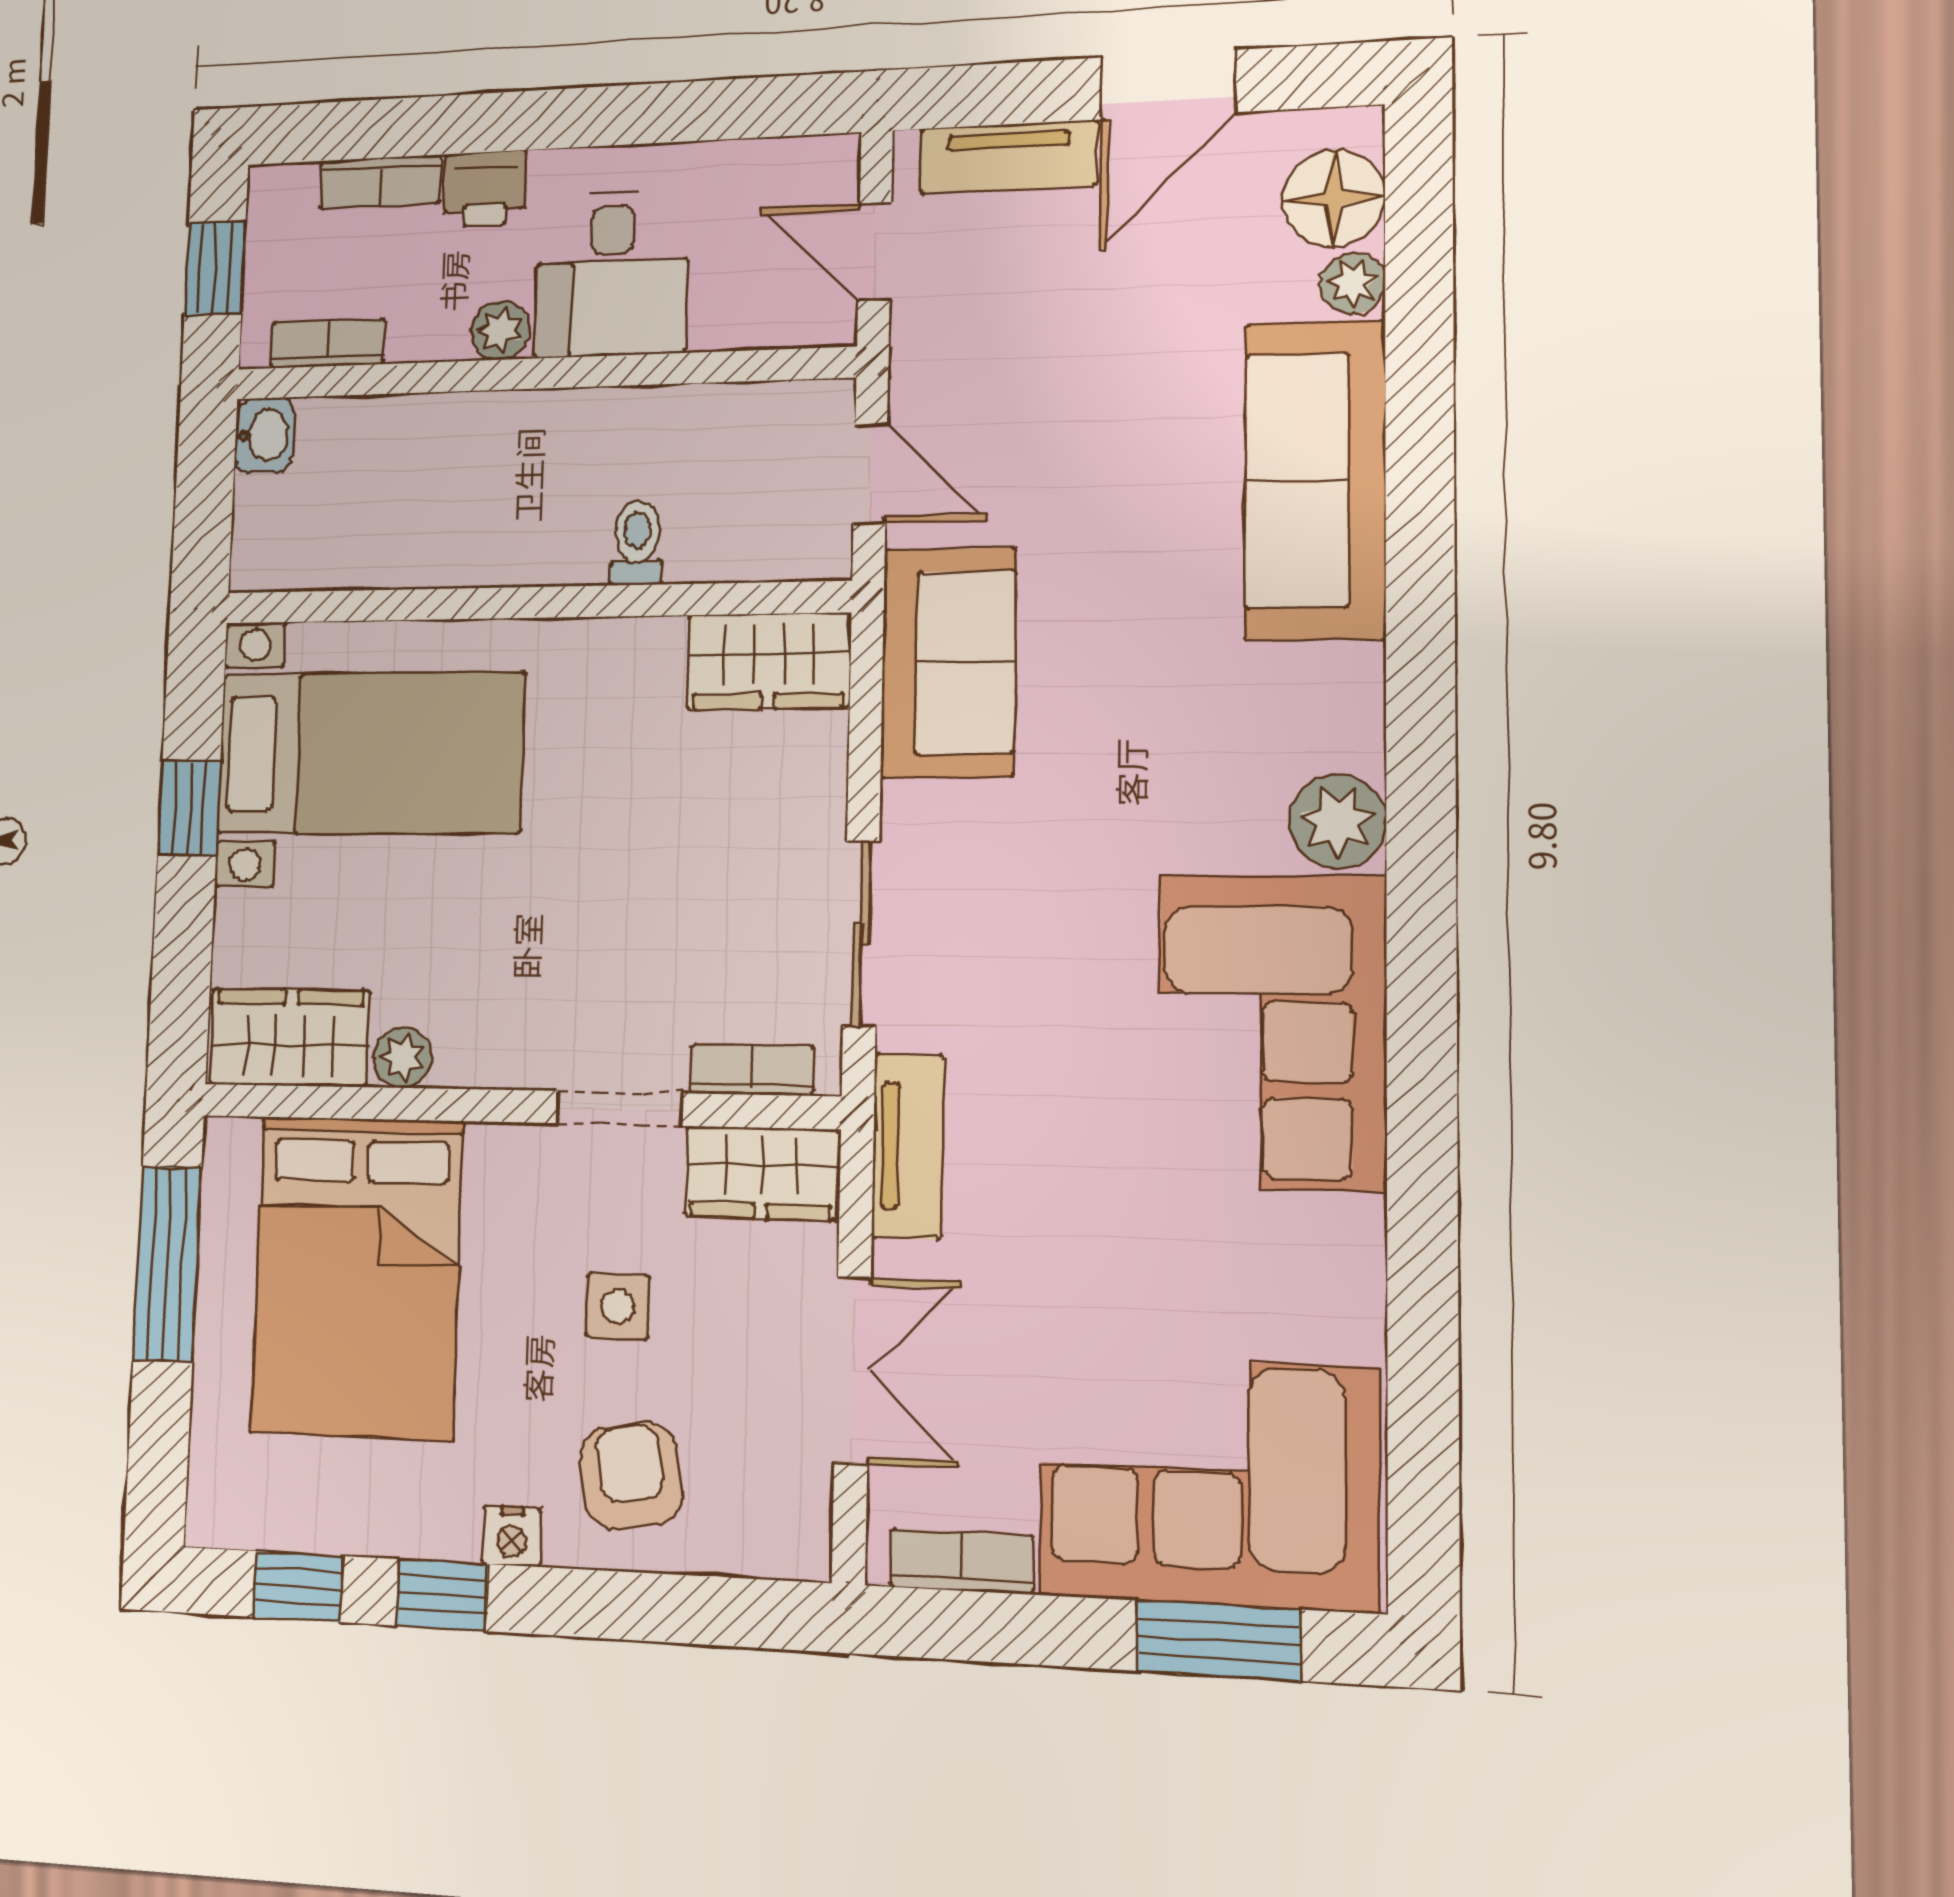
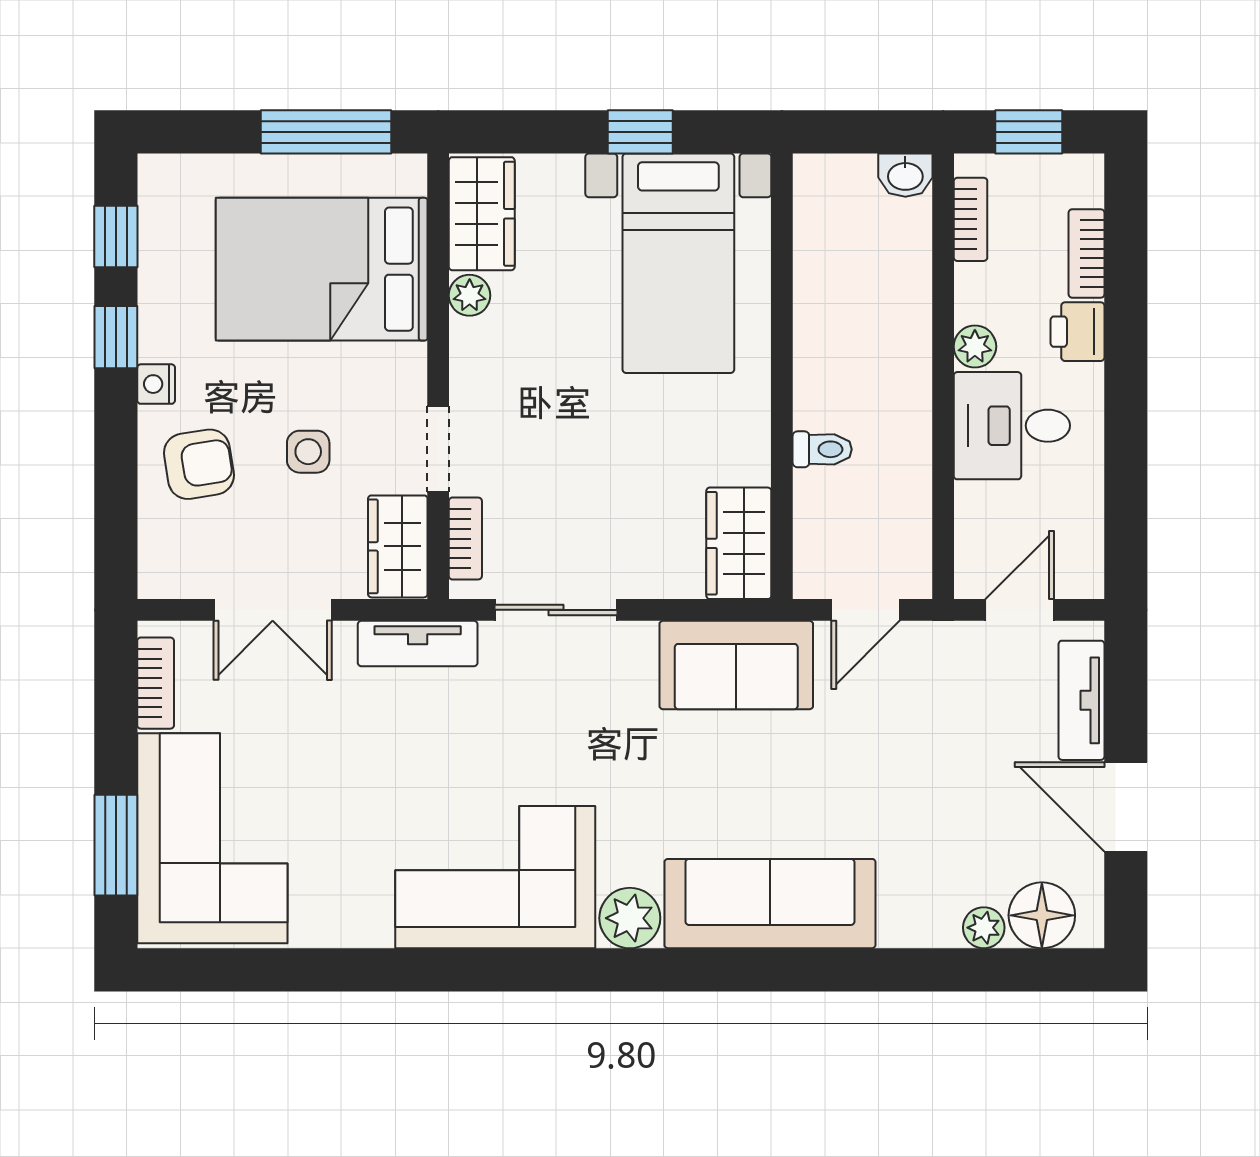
sofa: (1315, 480) -> (770, 904), moved

